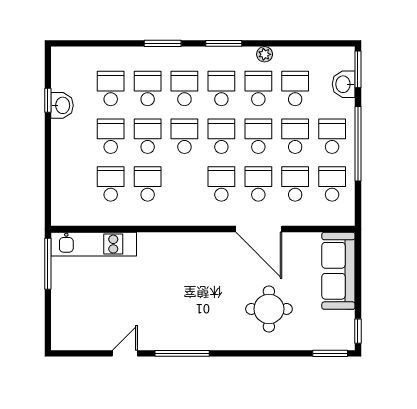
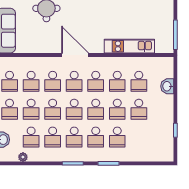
plant: (265, 54) -> (23, 157), moved
school desk: (111, 88) -> (96, 81), moved
washbasin: (62, 105) -> (167, 86), moved
door: (259, 229) -> (75, 55), moved
kitchen unit: (94, 244) -> (129, 46), moved

